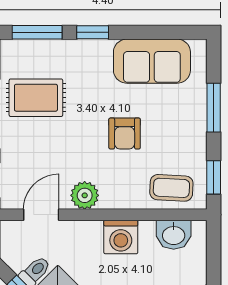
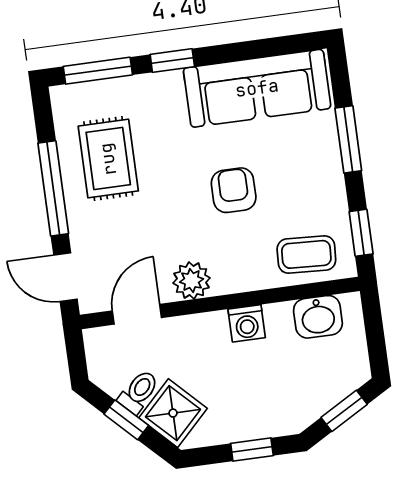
sofa: (152, 61) -> (257, 88), width x1.36
rug: (36, 98) -> (108, 159), turned 90
armchair: (125, 133) -> (234, 190), turned 180
washing machine: (121, 237) -> (247, 323), width x0.73, depth x0.73

